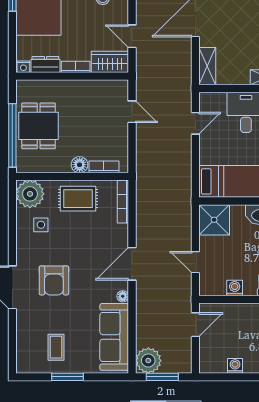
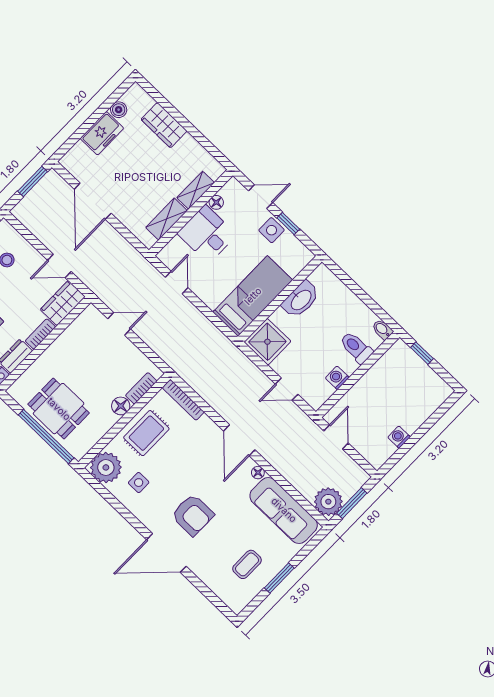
shelving: (207, 66) -> (167, 219), moved, turned 90
coffee table: (56, 347) -> (247, 564), turned 90

